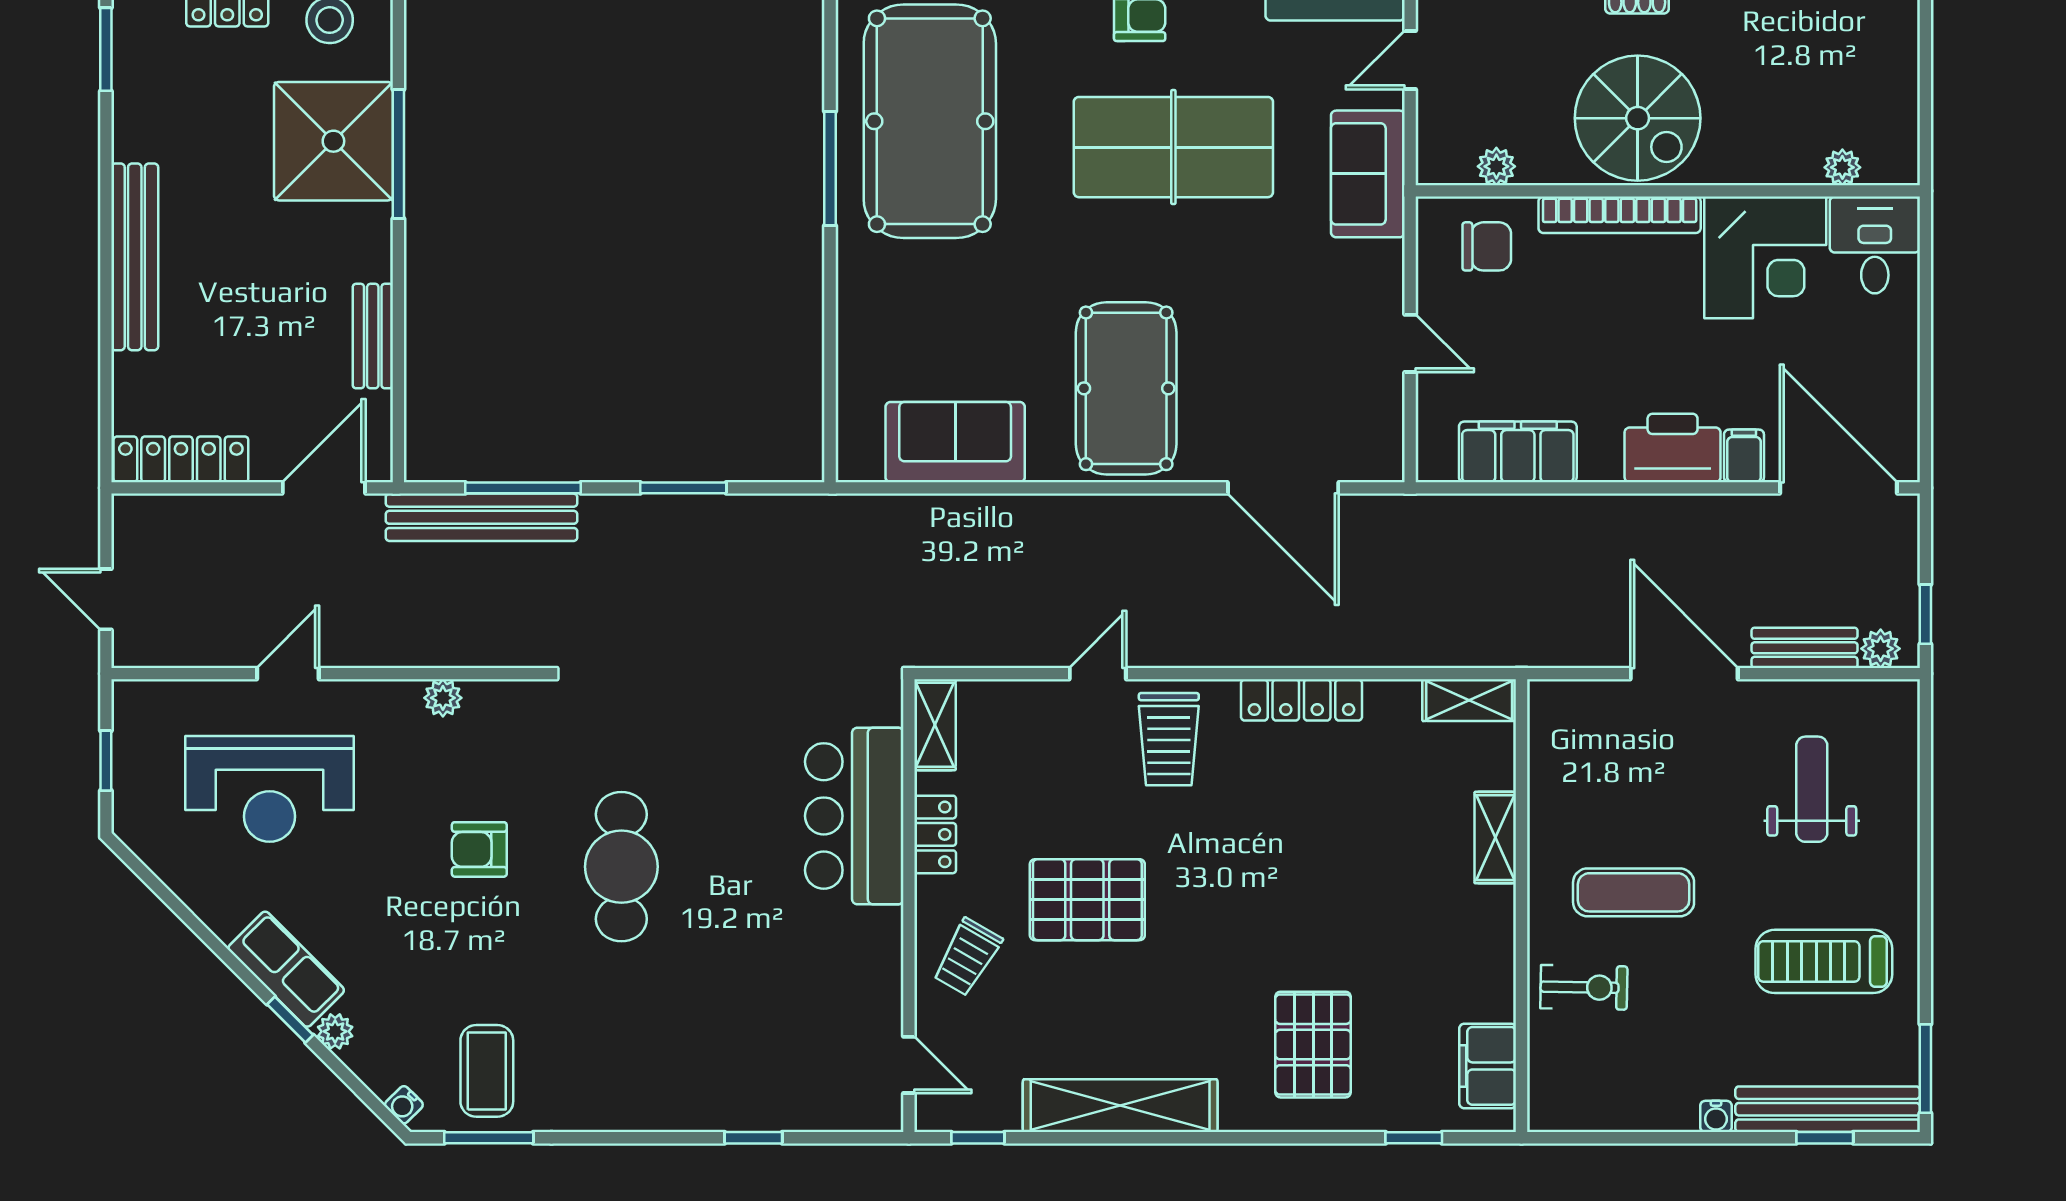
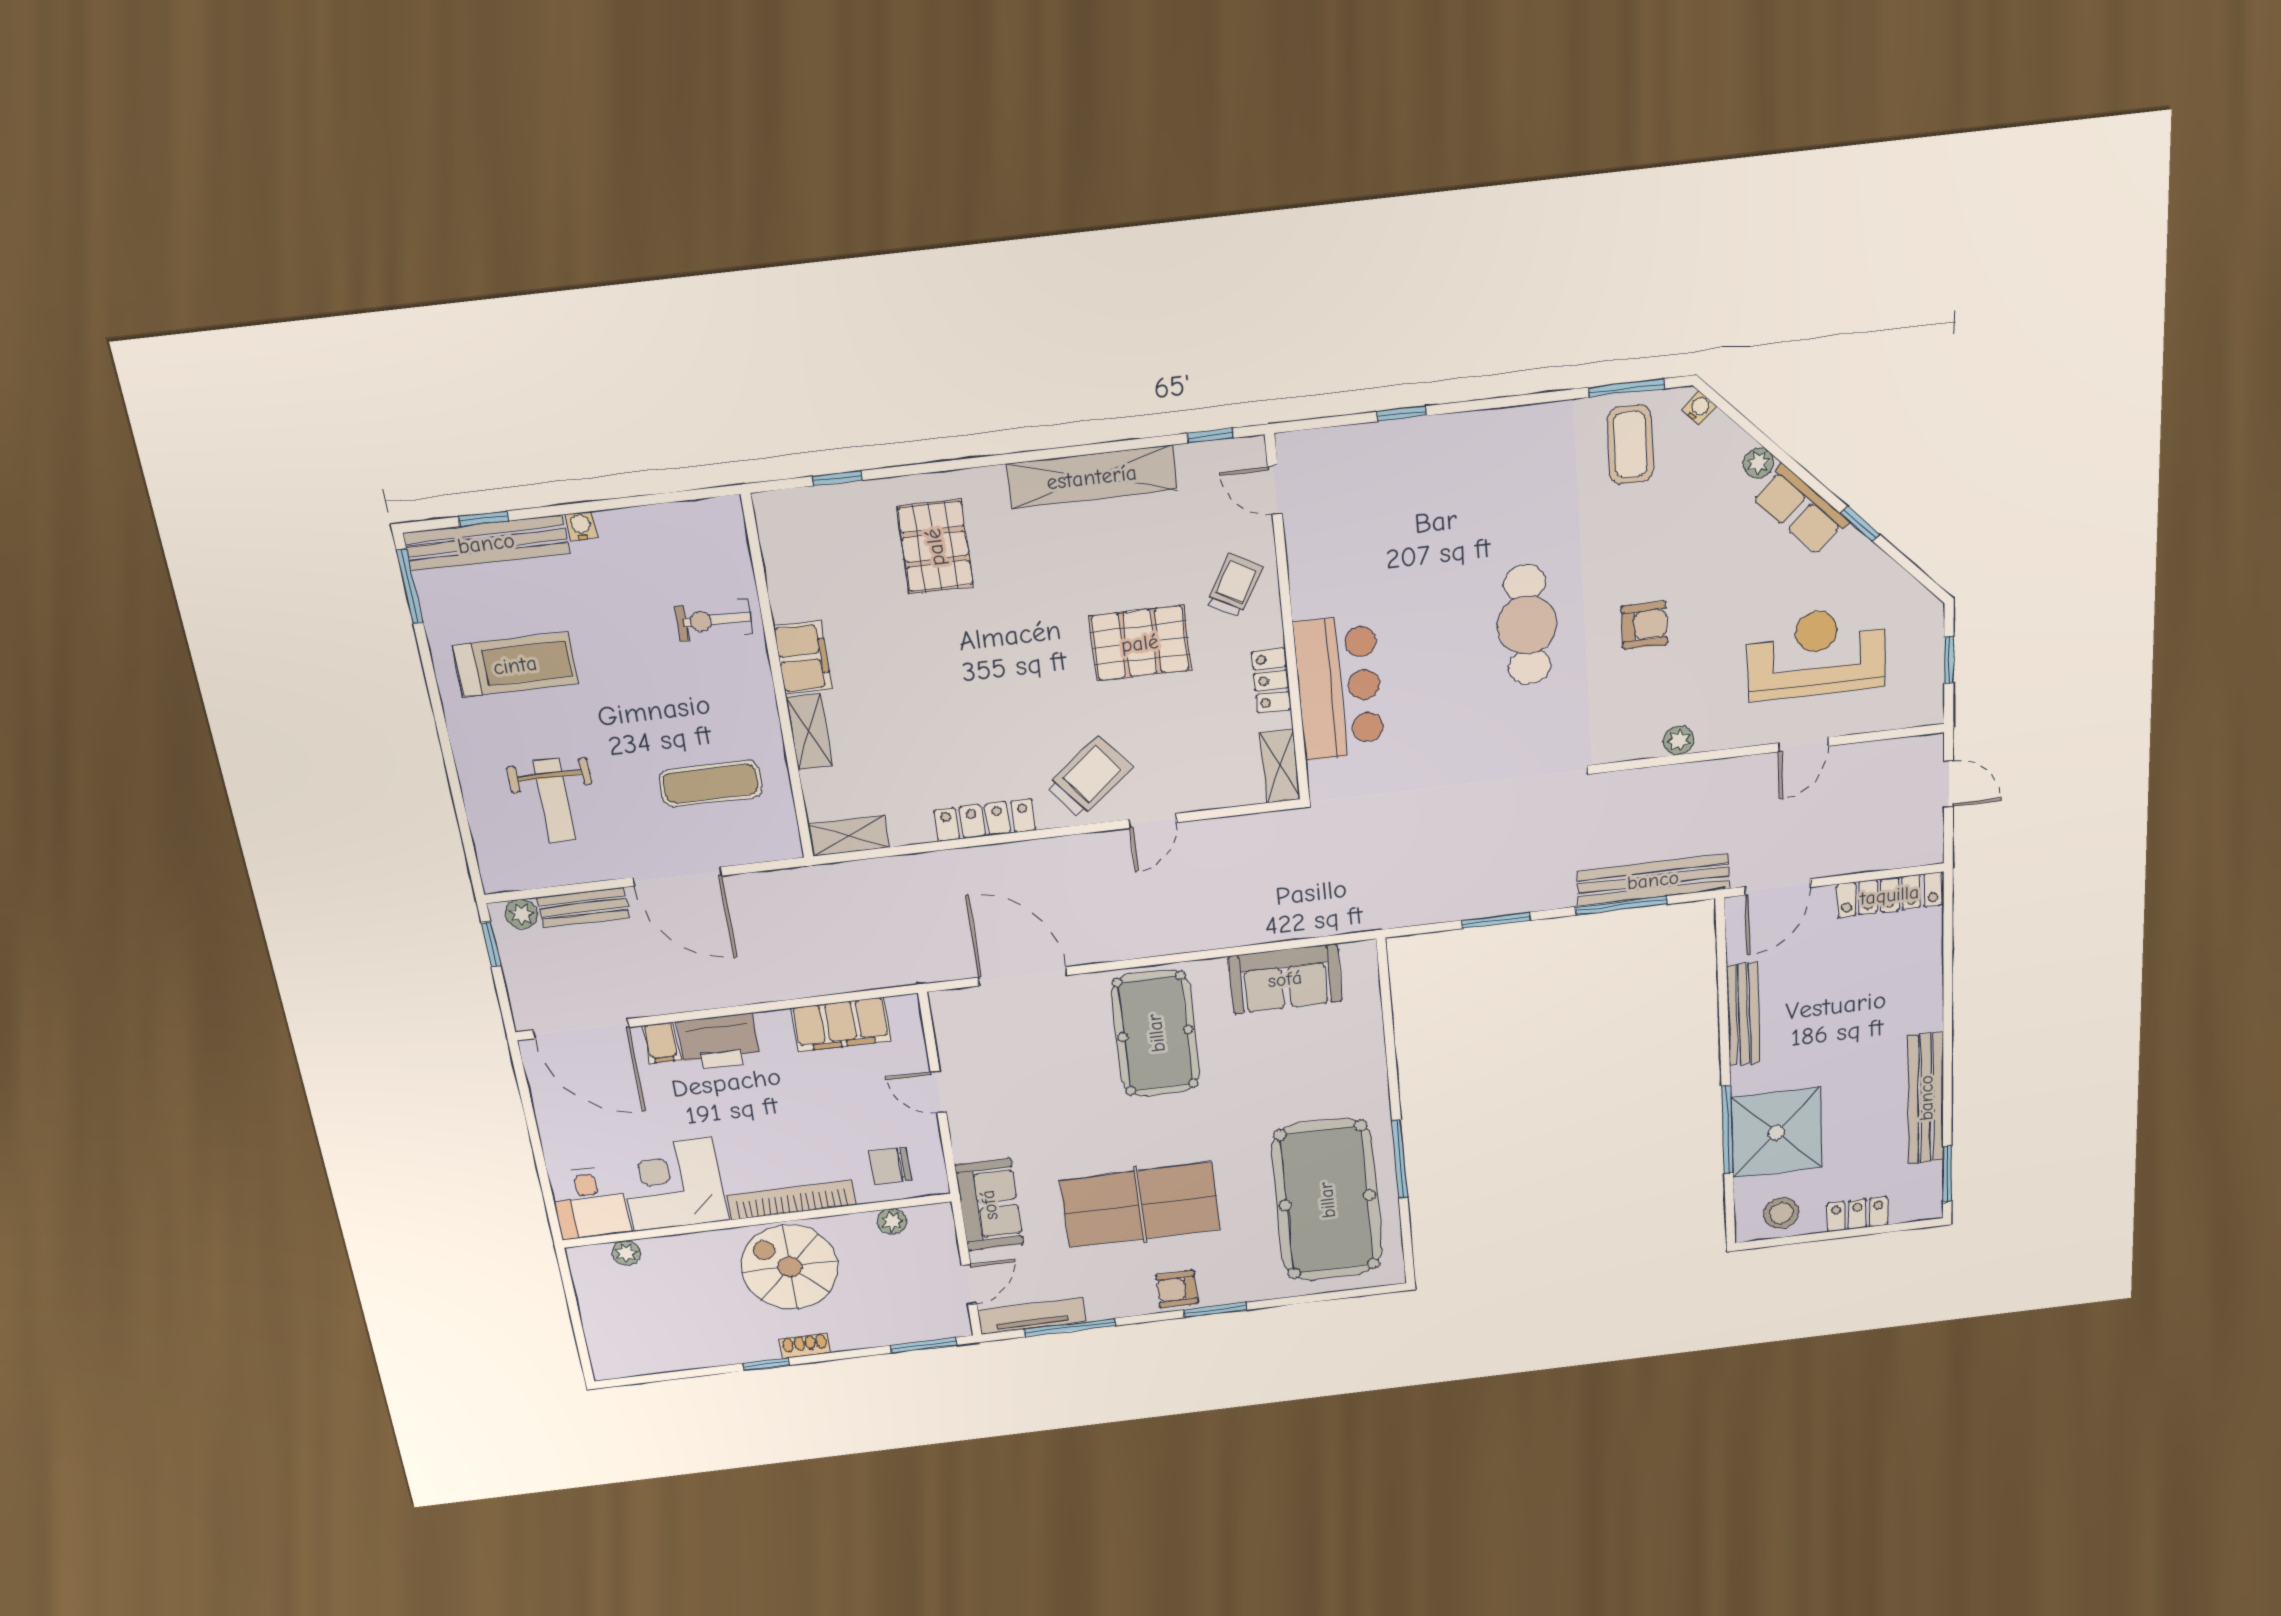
bench: (135, 257) -> (1926, 1098), moved
bench: (373, 336) -> (1743, 1014), width x1.36
trolley: (1169, 739) -> (1089, 777), turned 51
exercise mat: (1634, 892) -> (711, 784), moved
window: (290, 1020) -> (1860, 524), moved
filing cabinet: (1488, 1066) -> (803, 658), moved

